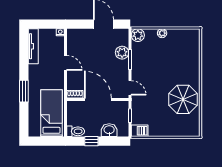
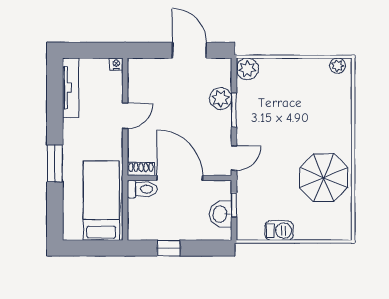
plant: (162, 33) -> (338, 66), moved
door: (66, 63) -> (125, 116), hinge flipped
door: (130, 88) -> (234, 158), hinge flipped
washbasin: (109, 130) -> (221, 214), moved, turned -90
toilet: (76, 131) -> (142, 189), moved
barbecue: (140, 131) -> (279, 231), moved

